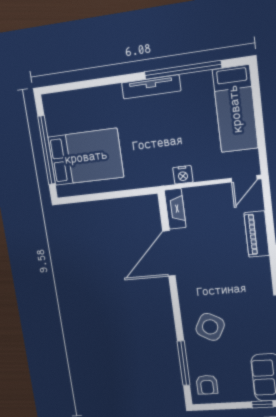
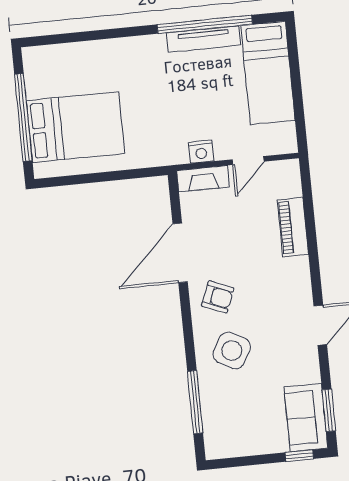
tv unit: (151, 87) -> (204, 39), moved
door: (244, 179) -> (248, 161), moved
fireplace: (175, 209) -> (203, 179), moved, turned 90
armchair: (207, 385) -> (218, 297), moved, turned -68

